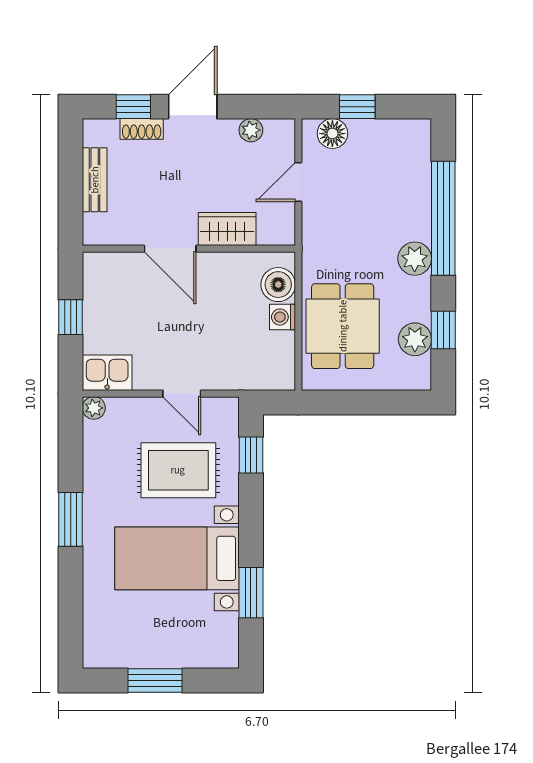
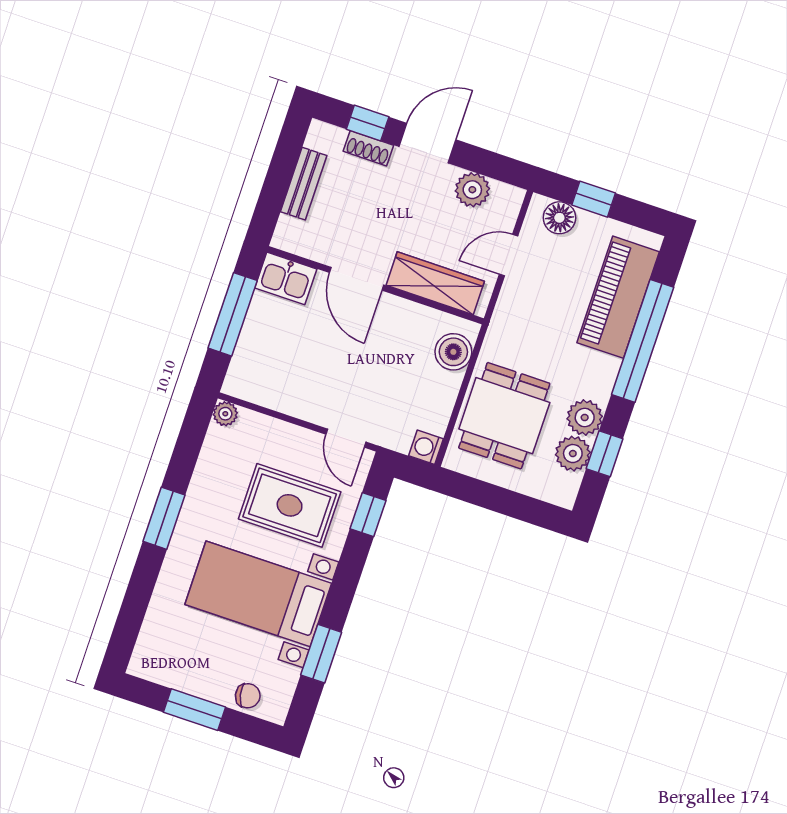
plant: (251, 130) -> (472, 190), width x1.38, depth x1.38
piano: (408, 187) -> (618, 297), added
wardrobe: (227, 229) -> (435, 283), width x1.50
plant: (415, 259) -> (585, 417), moved
window: (71, 317) -> (233, 314), width x2.17
washing machine: (282, 317) -> (426, 447), moved
kitchen sink: (107, 373) -> (286, 278), moved, turned 180
door: (182, 394) -> (346, 438), moved
chair: (198, 652) -> (248, 696), added

